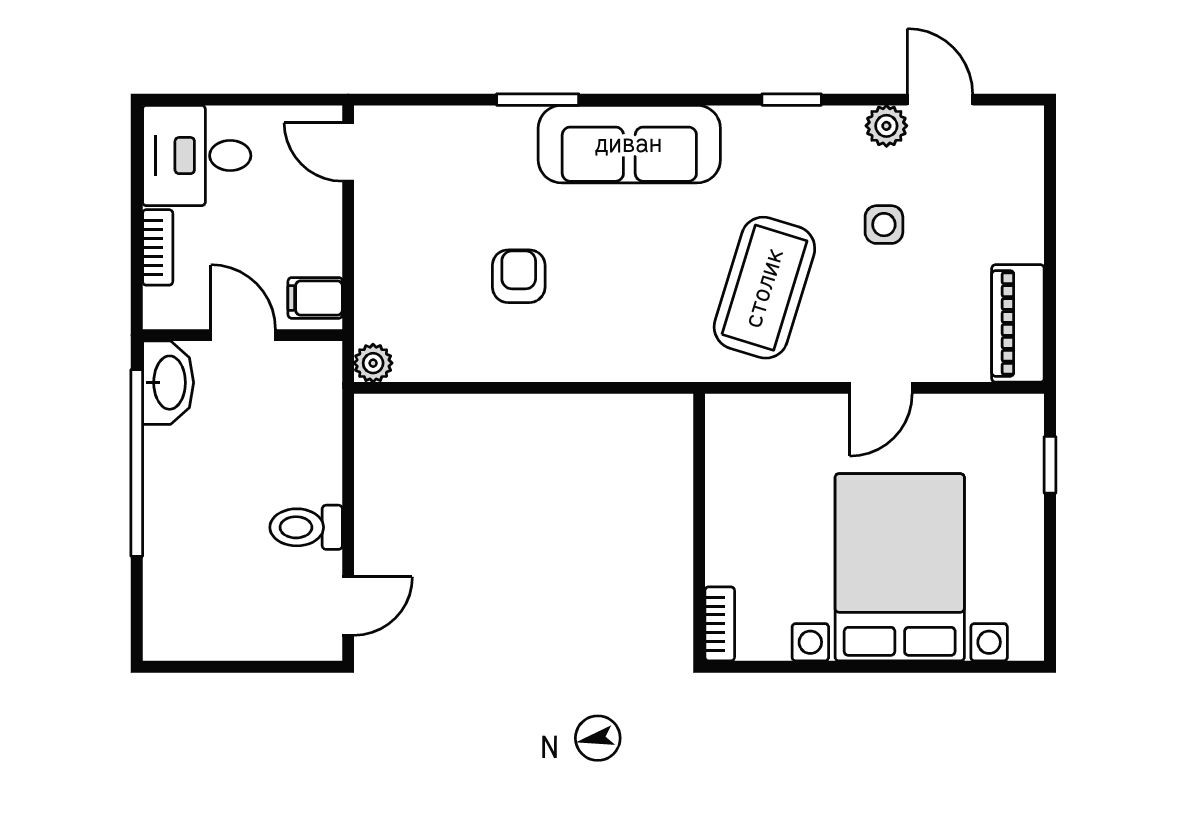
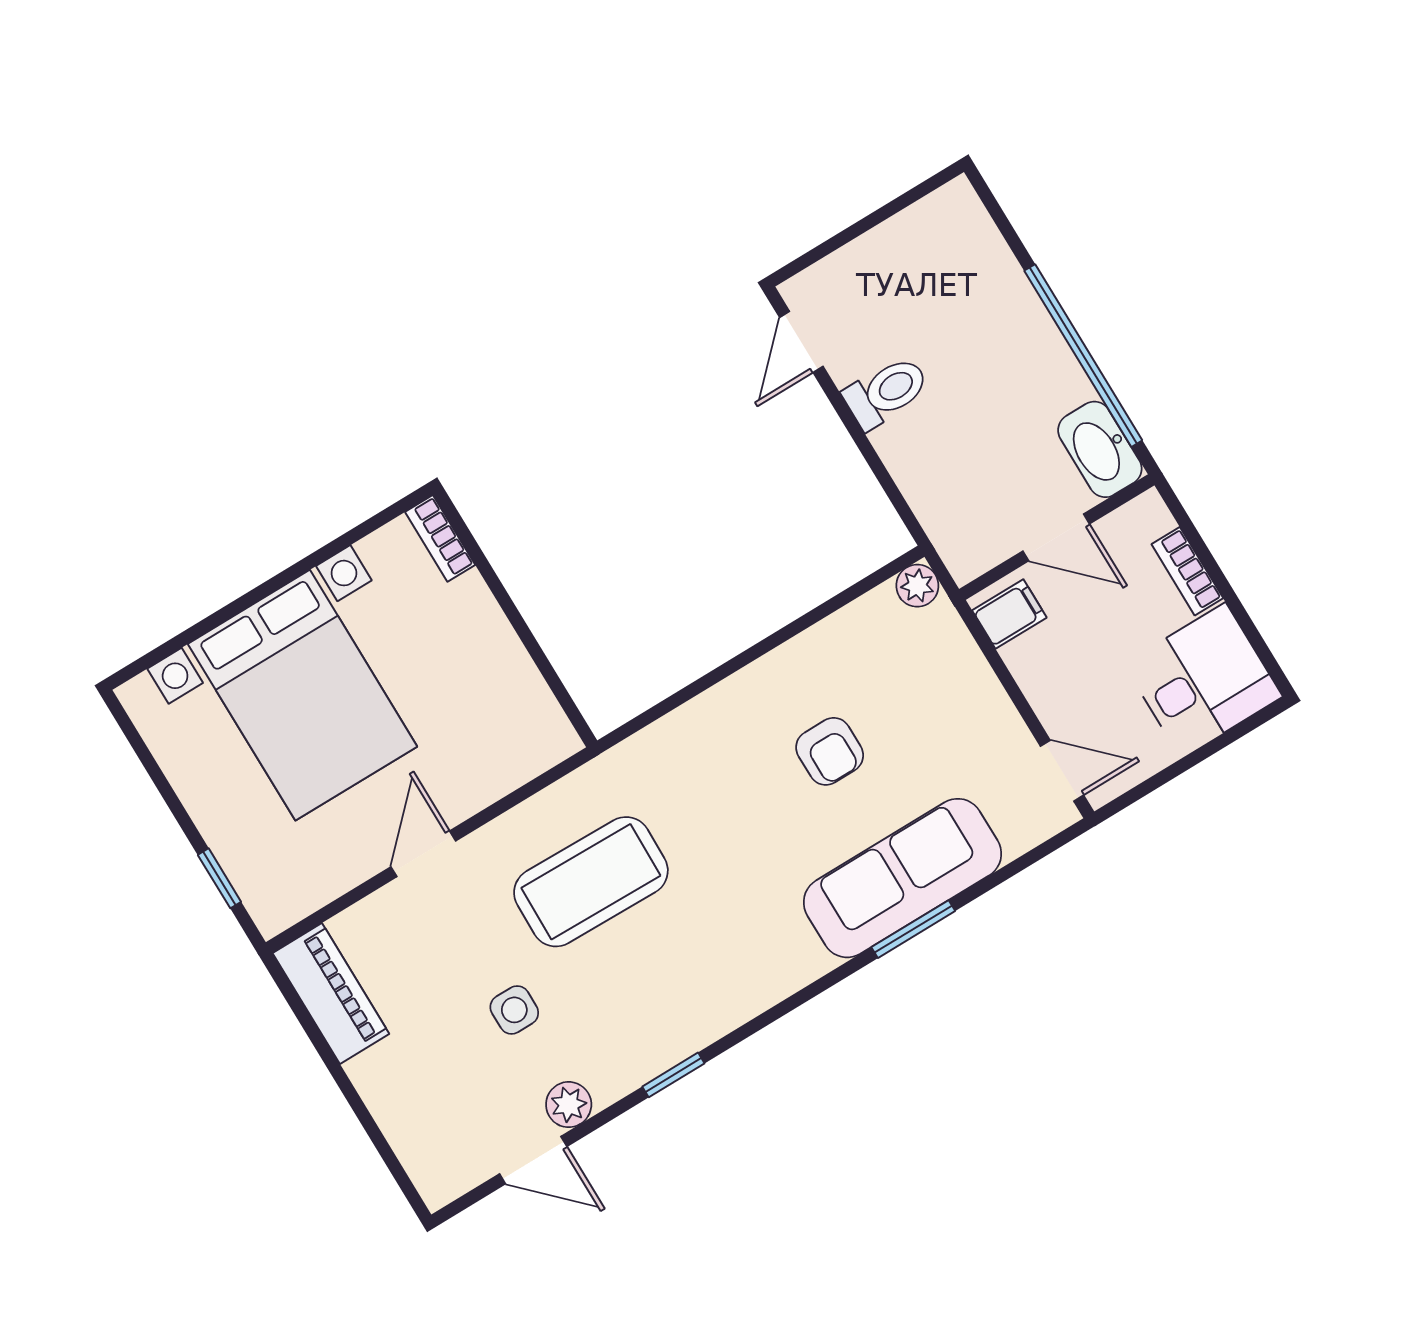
sofa: (629, 144) -> (902, 878), moved
coffee table: (764, 288) -> (591, 882), turned 74

